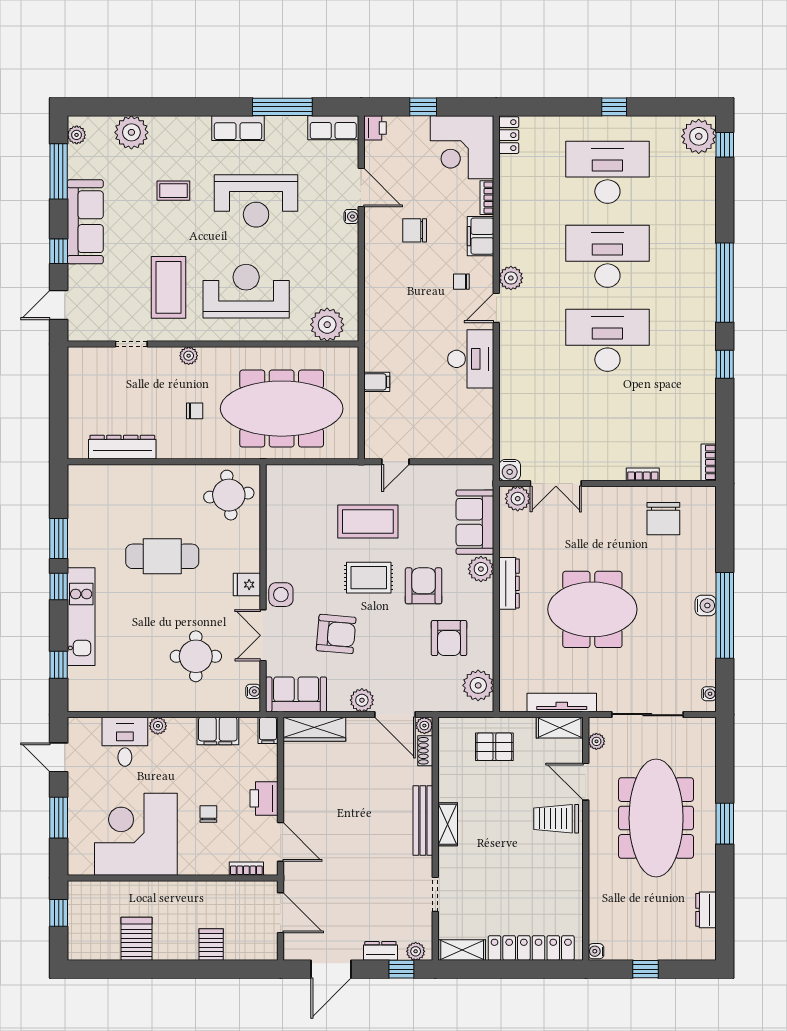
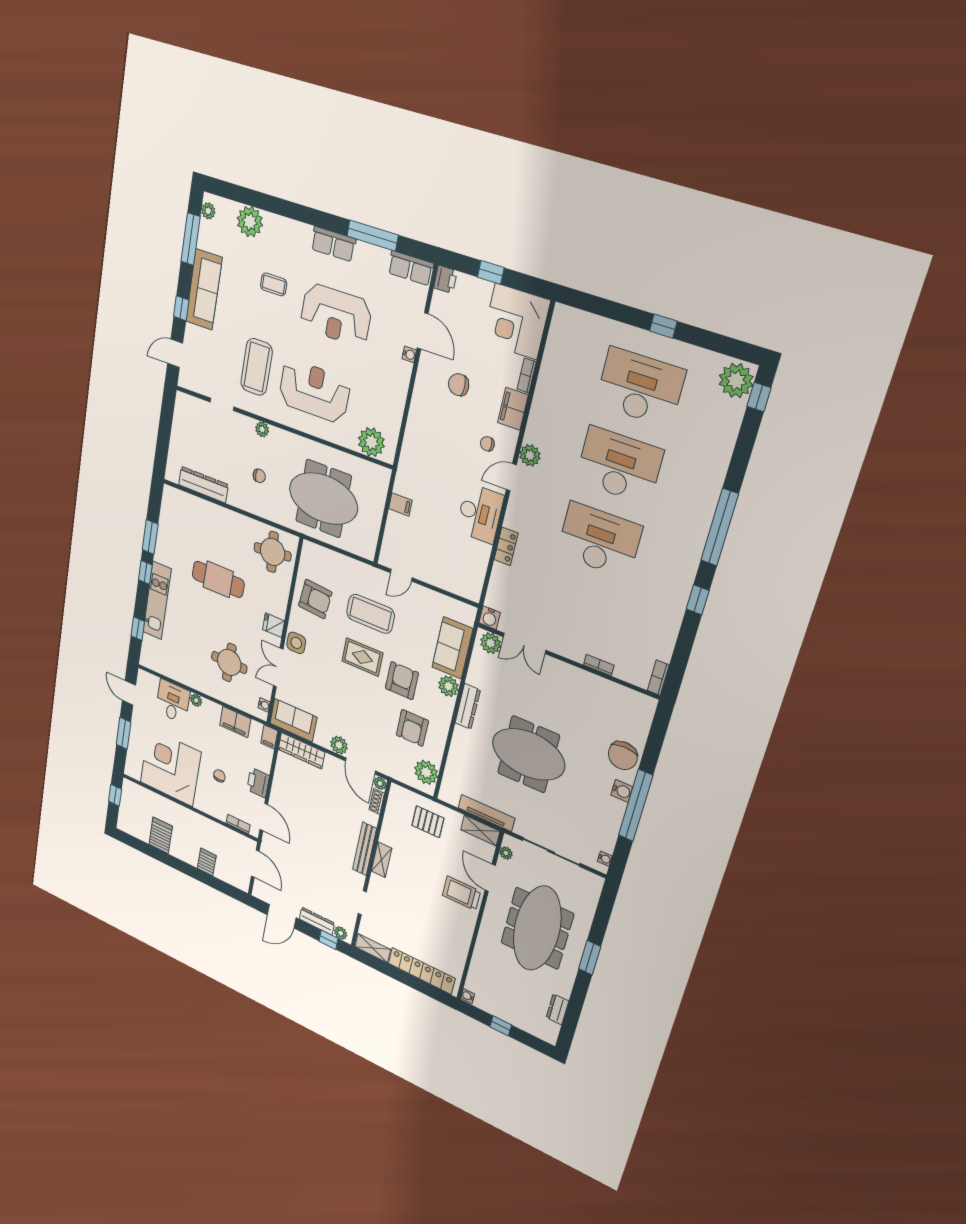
locker: (509, 135) -> (506, 546), moved
meeting table: (282, 409) -> (323, 499), width x0.73
chair: (663, 519) -> (623, 756), moved
armchair: (336, 634) -> (315, 599), moved
dresser: (380, 951) -> (317, 921), width x1.44

